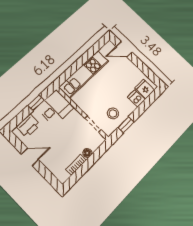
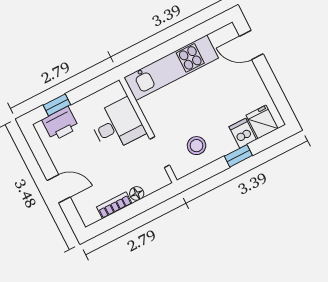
window: (36, 103) -> (57, 105), moved
desk: (55, 108) -> (117, 125), moved
window: (126, 125) -> (238, 156), moved
door: (30, 157) -> (59, 189), moved

